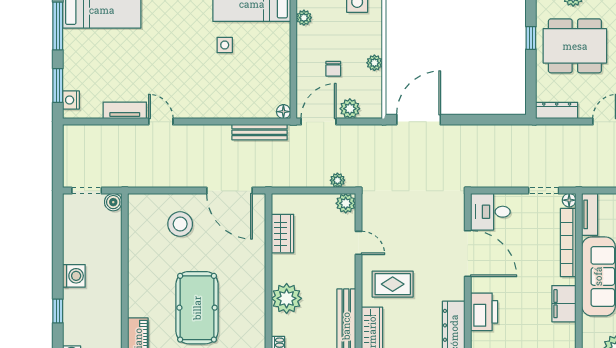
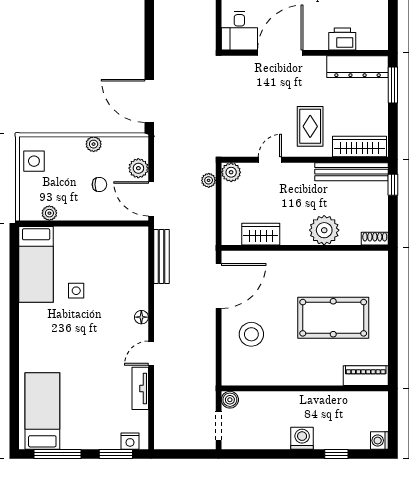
floor lamp: (283, 112) -> (141, 317), moved
printer: (484, 312) -> (342, 39), width x0.73, depth x0.84

